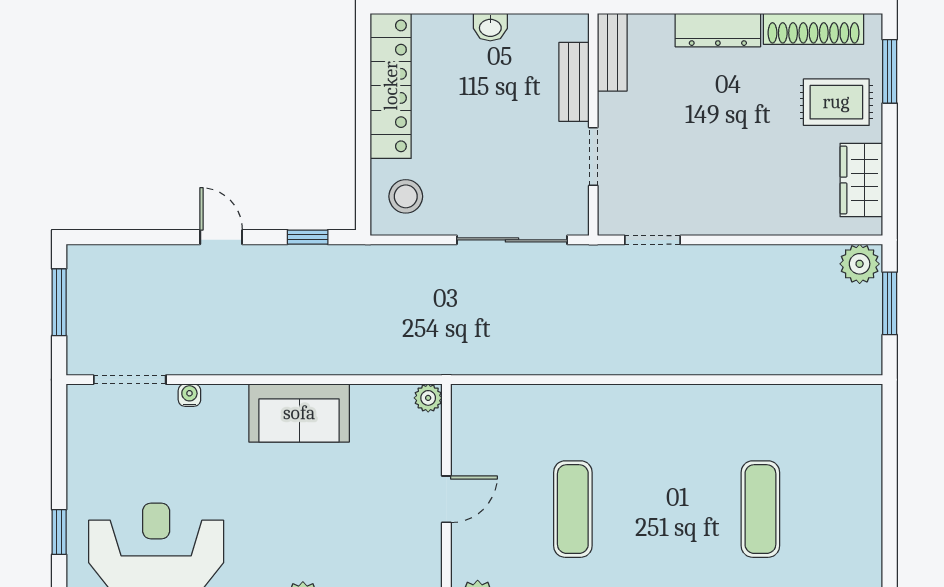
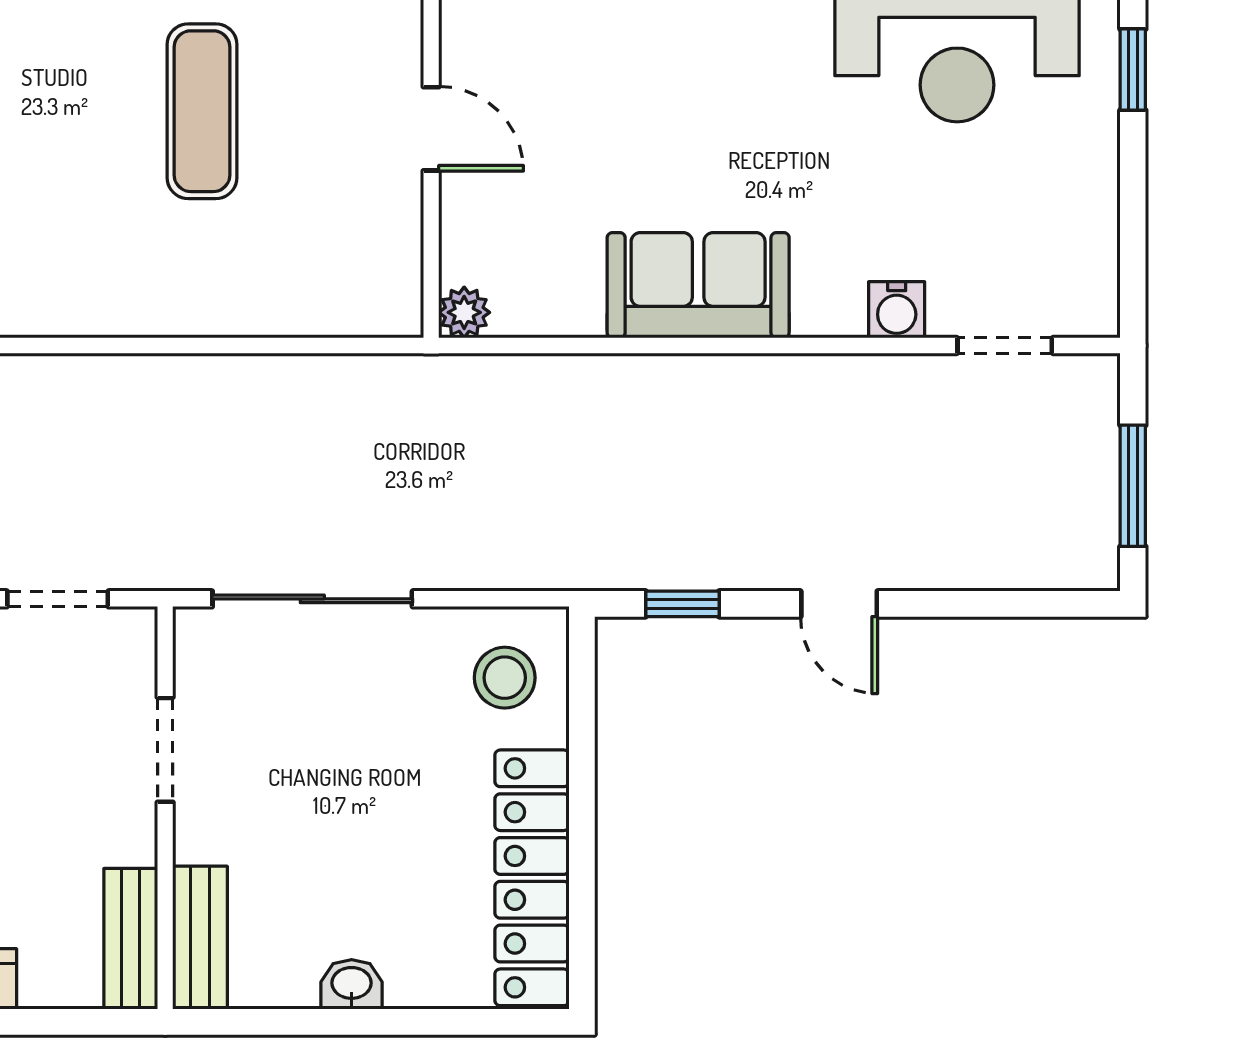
bench: (574, 82) -> (200, 938), moved
doorway: (130, 380) -> (1005, 346), width x0.73
water cooler: (189, 395) -> (897, 310), width x1.38, depth x1.38
door: (446, 499) -> (431, 129), swing flipped

